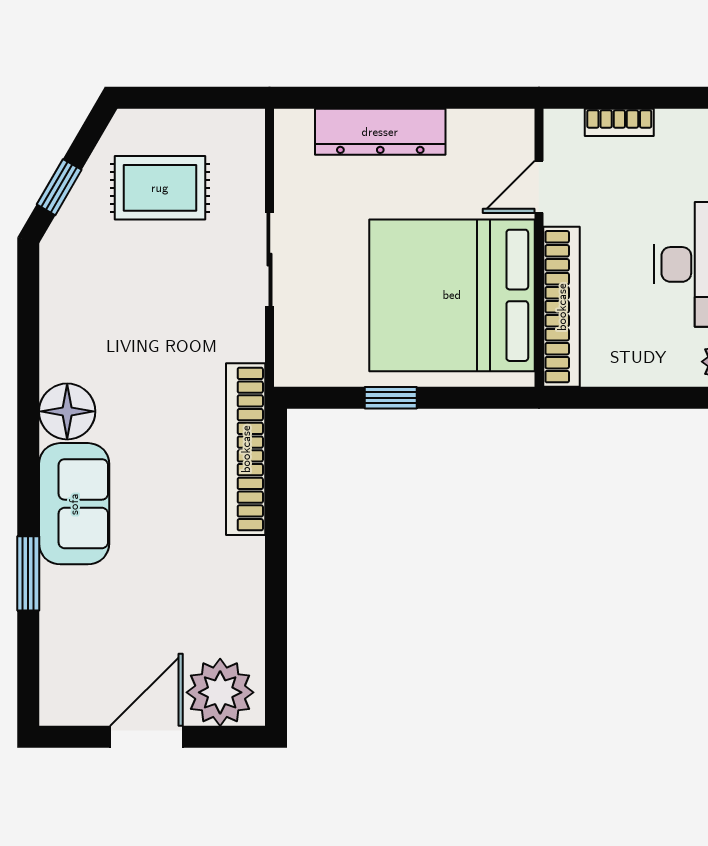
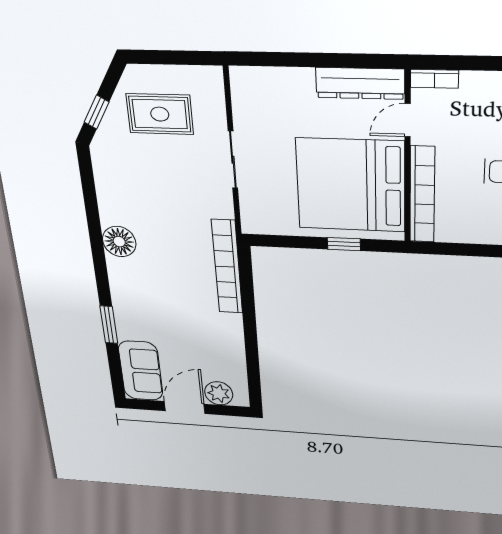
bookcase: (619, 122) -> (434, 79), moved
dresser: (380, 132) -> (360, 83), moved
window: (391, 398) -> (344, 244), moved
sofa: (74, 504) -> (141, 371), moved
plant: (220, 692) -> (219, 393), width x0.73, depth x0.73

